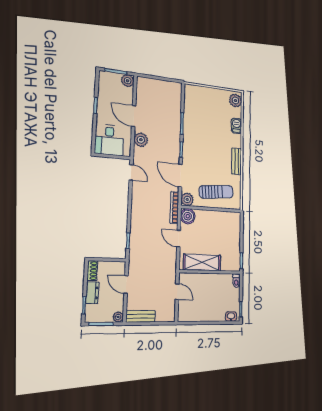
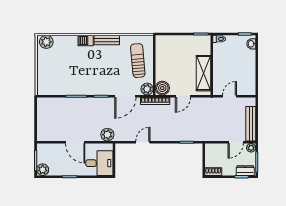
plant: (128, 81) -> (43, 170), moved
door: (134, 116) -> (75, 142), hinge flipped
barbecue: (237, 126) -> (86, 40), moved
plant: (141, 140) -> (107, 135), moved
door: (131, 172) -> (143, 142), moved
door: (126, 285) -> (236, 142), moved
dresser: (92, 293) -> (245, 171), moved
bench: (141, 316) -> (251, 124), width x1.36

